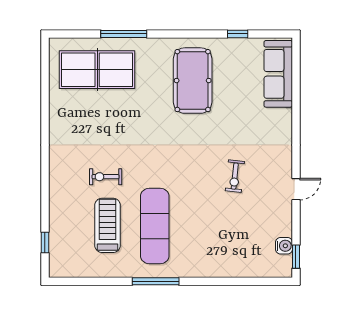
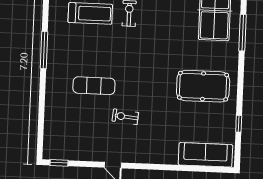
exercise mat: (155, 226) -> (94, 86), moved, width x0.73, depth x0.69
water cooler: (284, 246) -> (68, 154), removed

